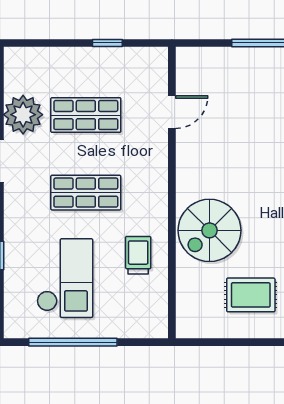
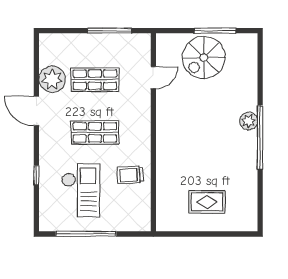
window: (107, 43) -> (110, 31), width x2.17
spiral stairs: (210, 230) -> (204, 58), moved
trolley: (138, 255) -> (130, 175), turned -93

